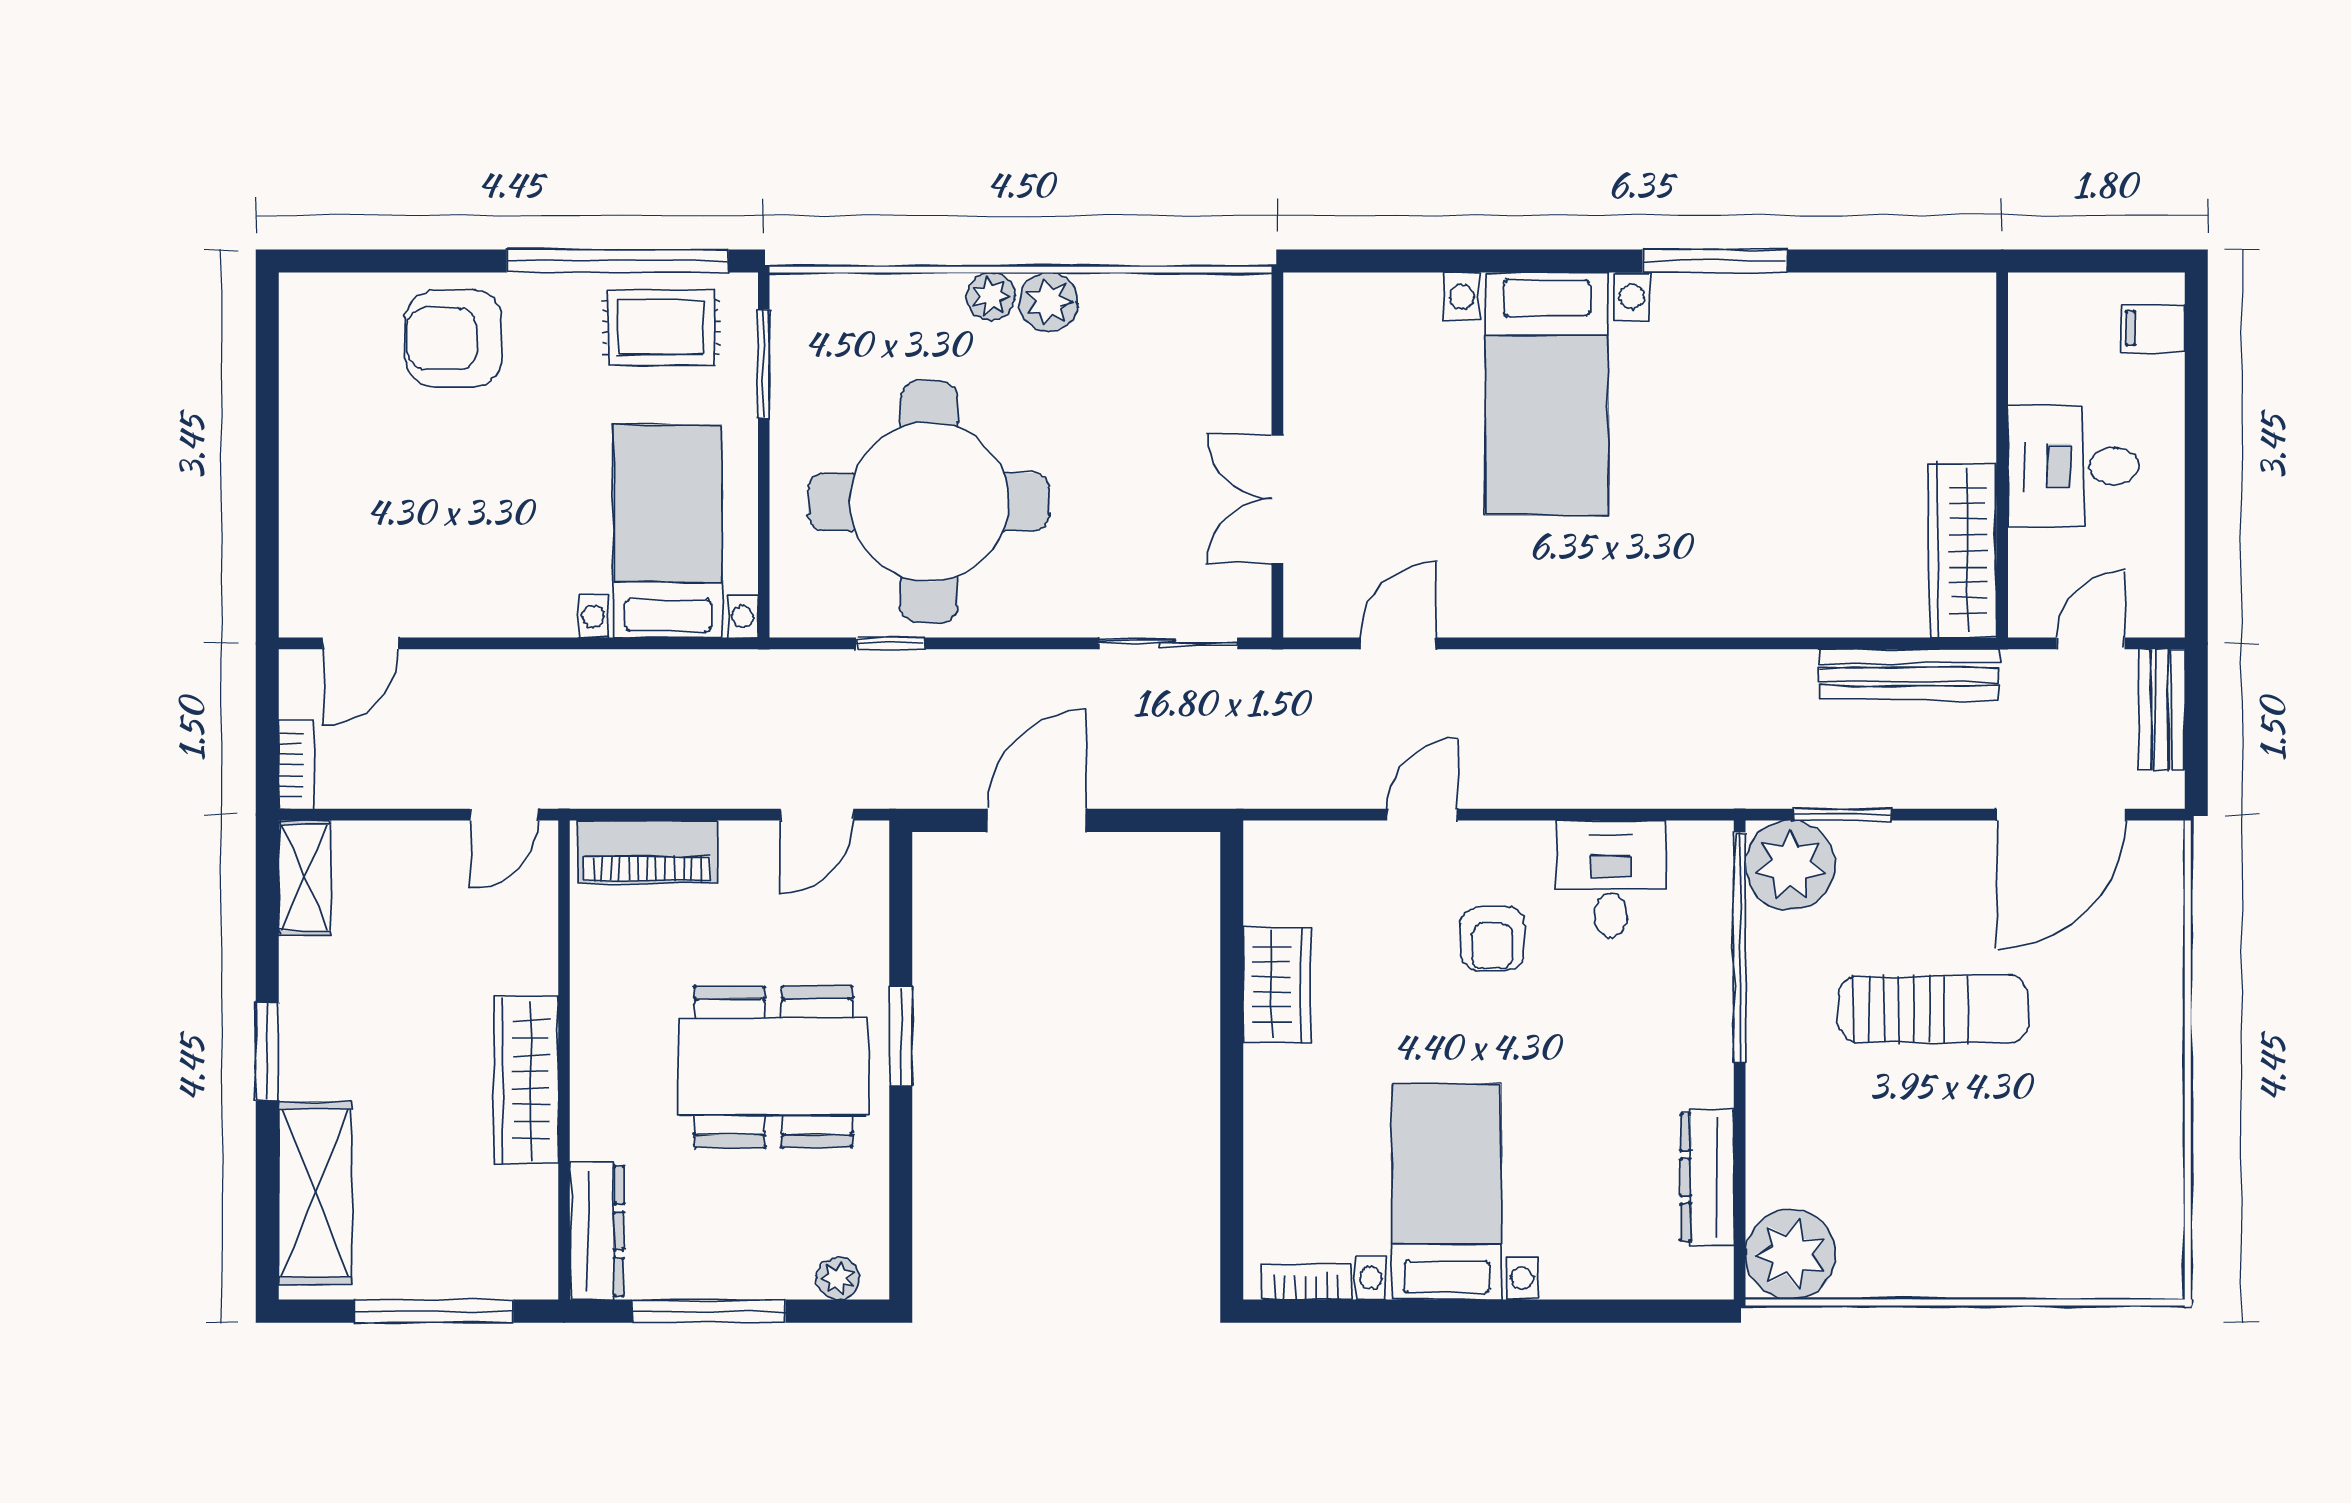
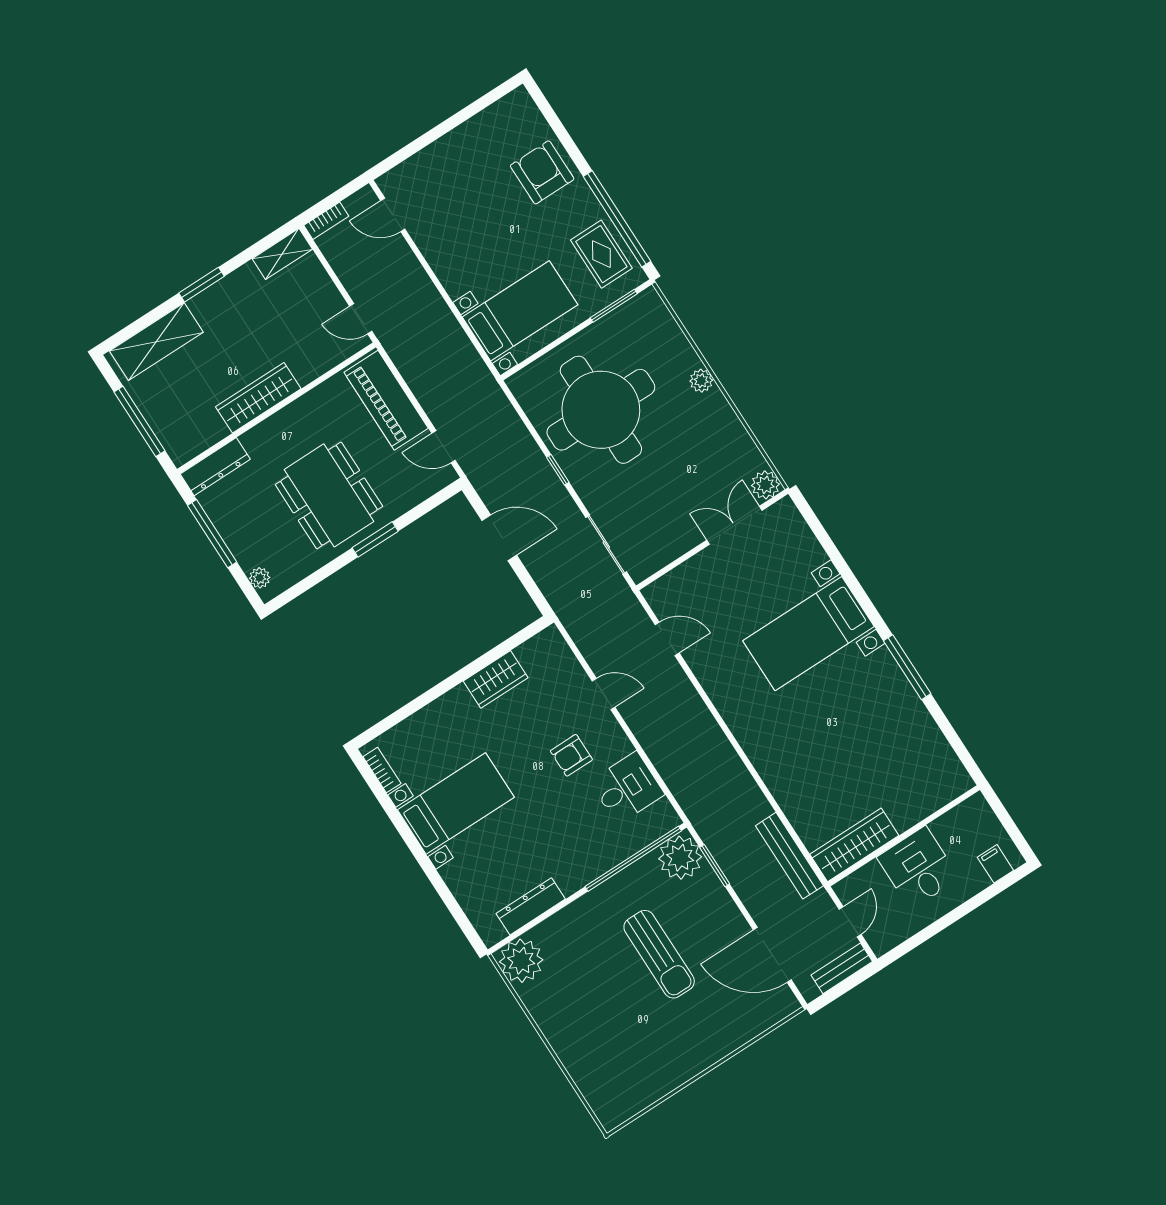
plant: (1049, 302) -> (765, 485), moved
double door: (1277, 499) -> (735, 525), moved
window: (890, 643) -> (558, 470), moved
door: (2091, 643) -> (850, 922), hinge flipped
piano: (647, 852) -> (386, 400), width x1.37, depth x1.33

